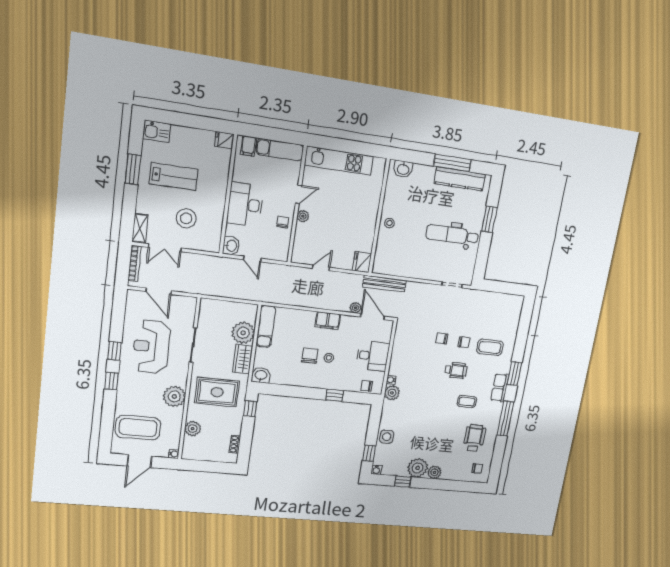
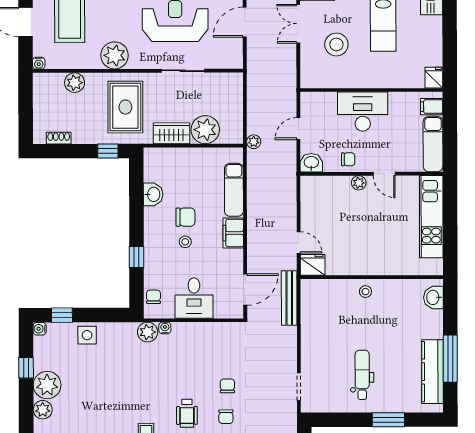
dental chair: (452, 235) -> (362, 375), width x0.73, depth x0.72
washbasin: (231, 246) -> (311, 163), moved, turned 180
door: (321, 268) -> (299, 242), moved
plant: (355, 308) -> (254, 142), moved
exam couch: (266, 326) -> (234, 190), moved, turned 90
washbasin: (261, 375) -> (153, 194), moved

